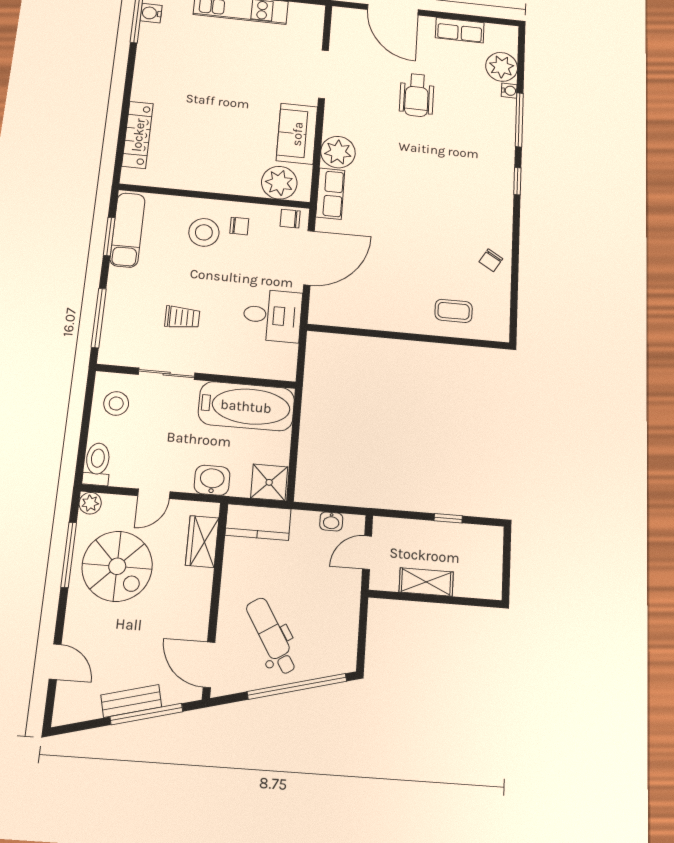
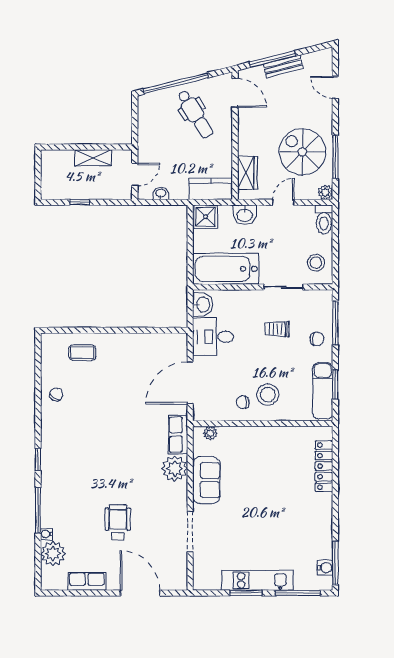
plant: (279, 183) -> (210, 433), width x0.53, depth x0.53
chair: (290, 219) -> (317, 339), moved
washbasin: (283, 360) -> (203, 305), added

